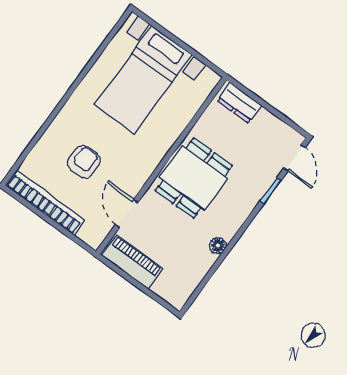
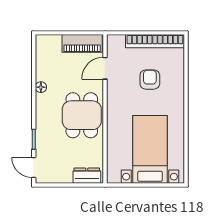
armchair: (84, 162) -> (150, 80), turned 180
door: (127, 213) -> (105, 68), swing flipped

